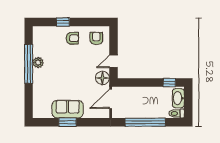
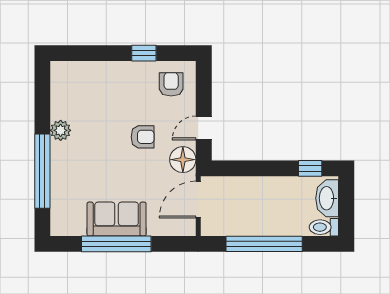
window: (63, 22) -> (144, 53), moved
armchair: (72, 38) -> (143, 137), moved
window: (29, 64) -> (42, 171), moved
window: (67, 122) -> (116, 244), width x2.11

